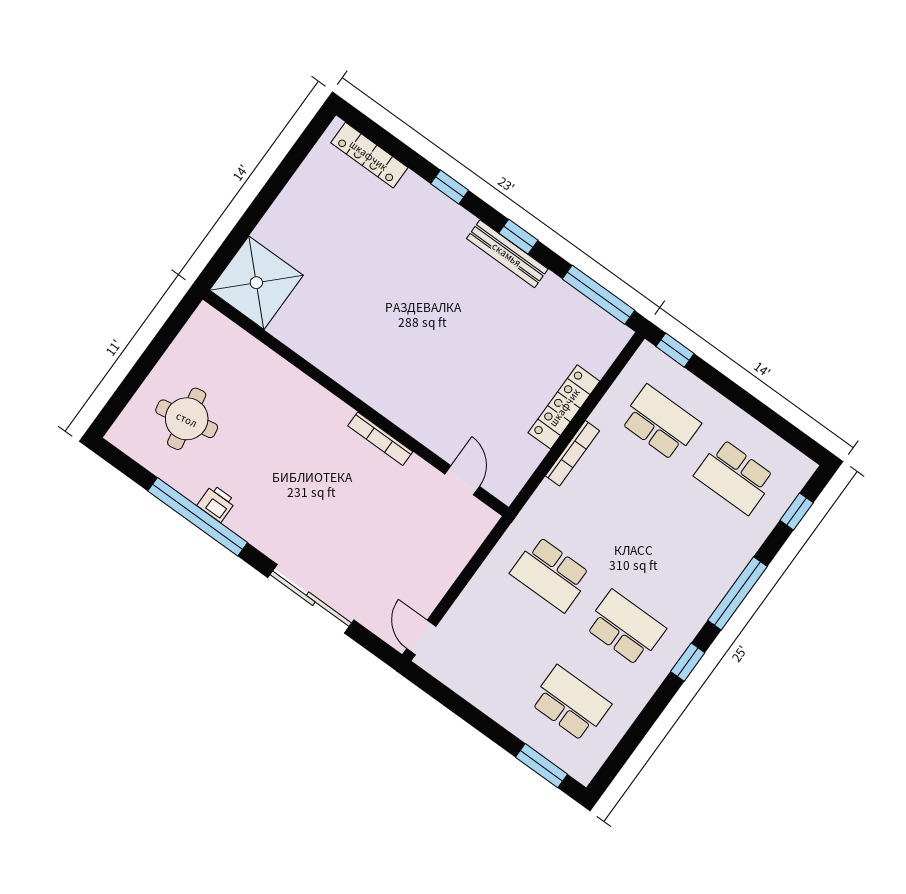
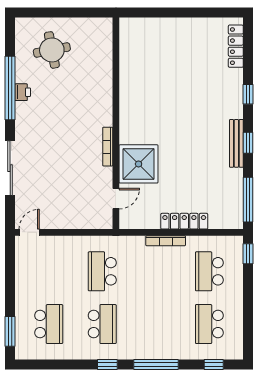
shower: (256, 283) -> (139, 164), moved
school desk: (660, 423) -> (209, 271), turned 180

